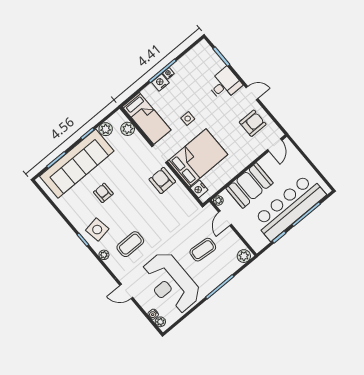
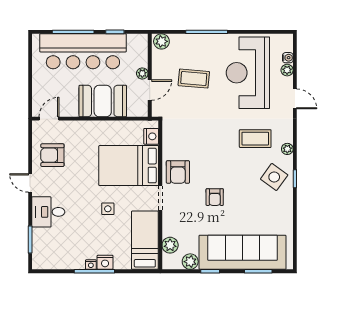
armchair: (103, 193) -> (215, 197), moved
plant: (218, 200) -> (142, 73), moved
side table: (97, 230) -> (274, 177), turned 45
reception desk: (171, 283) -> (248, 73), turned 180
plant: (160, 322) -> (287, 70), moved

